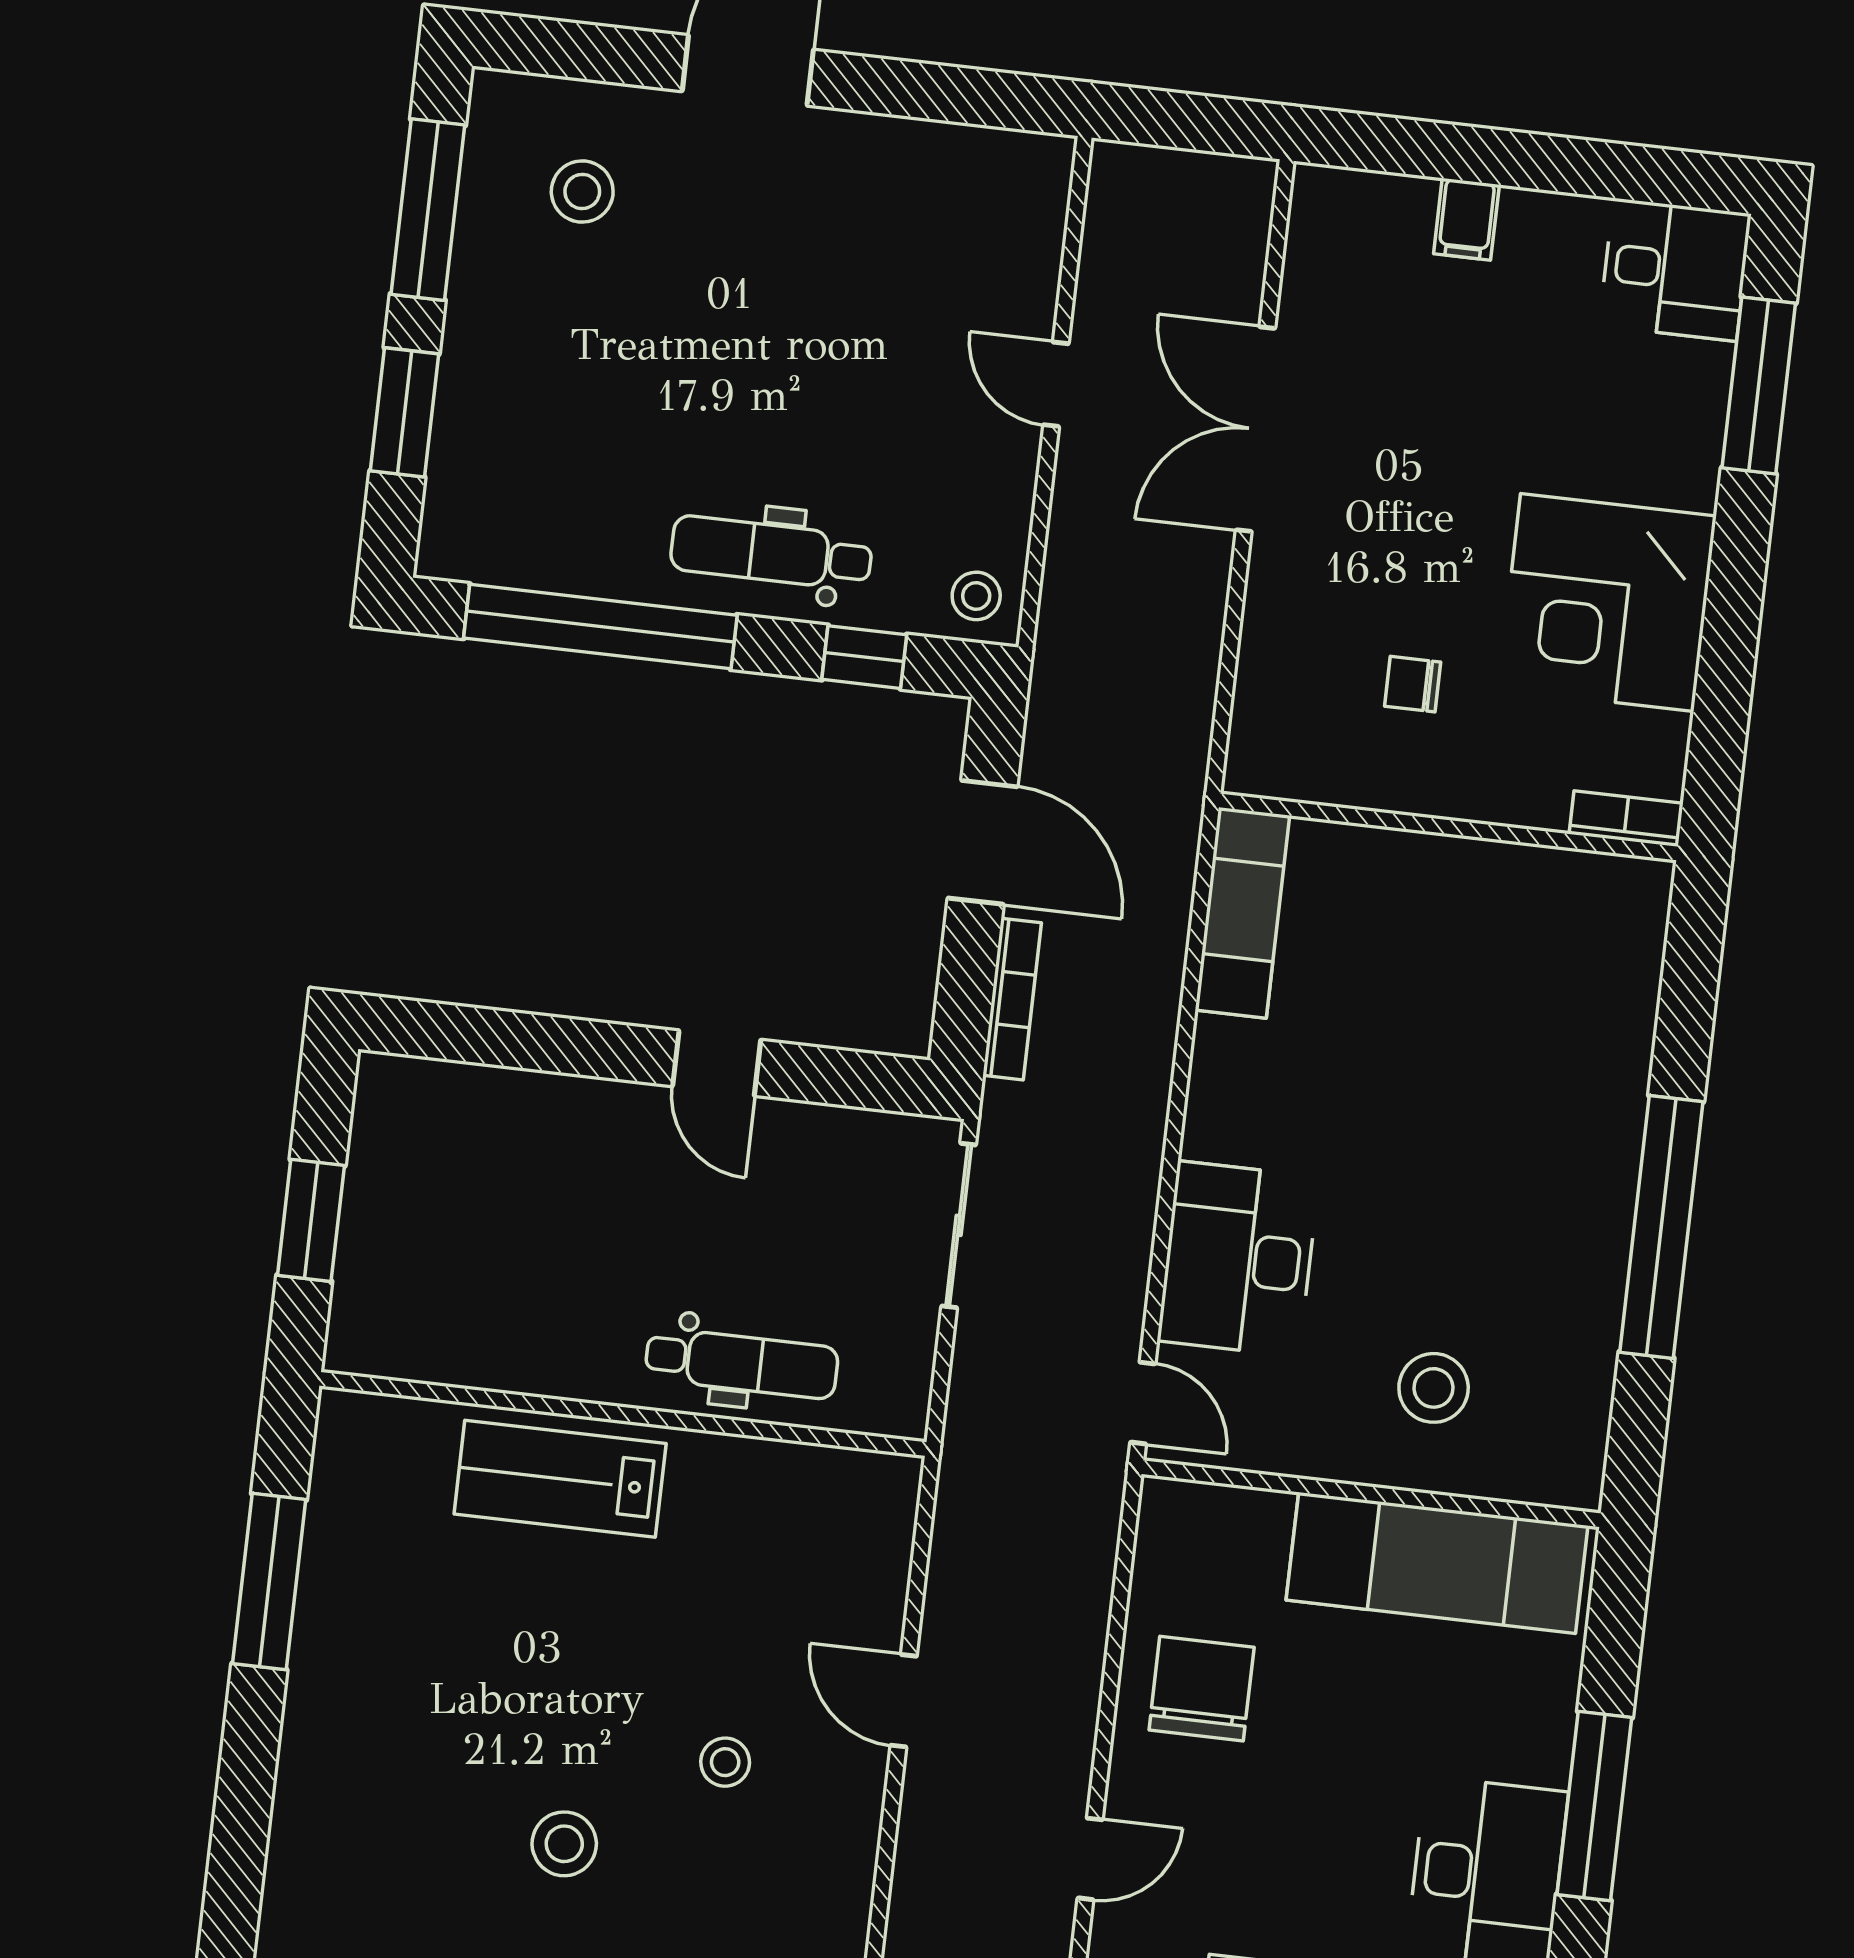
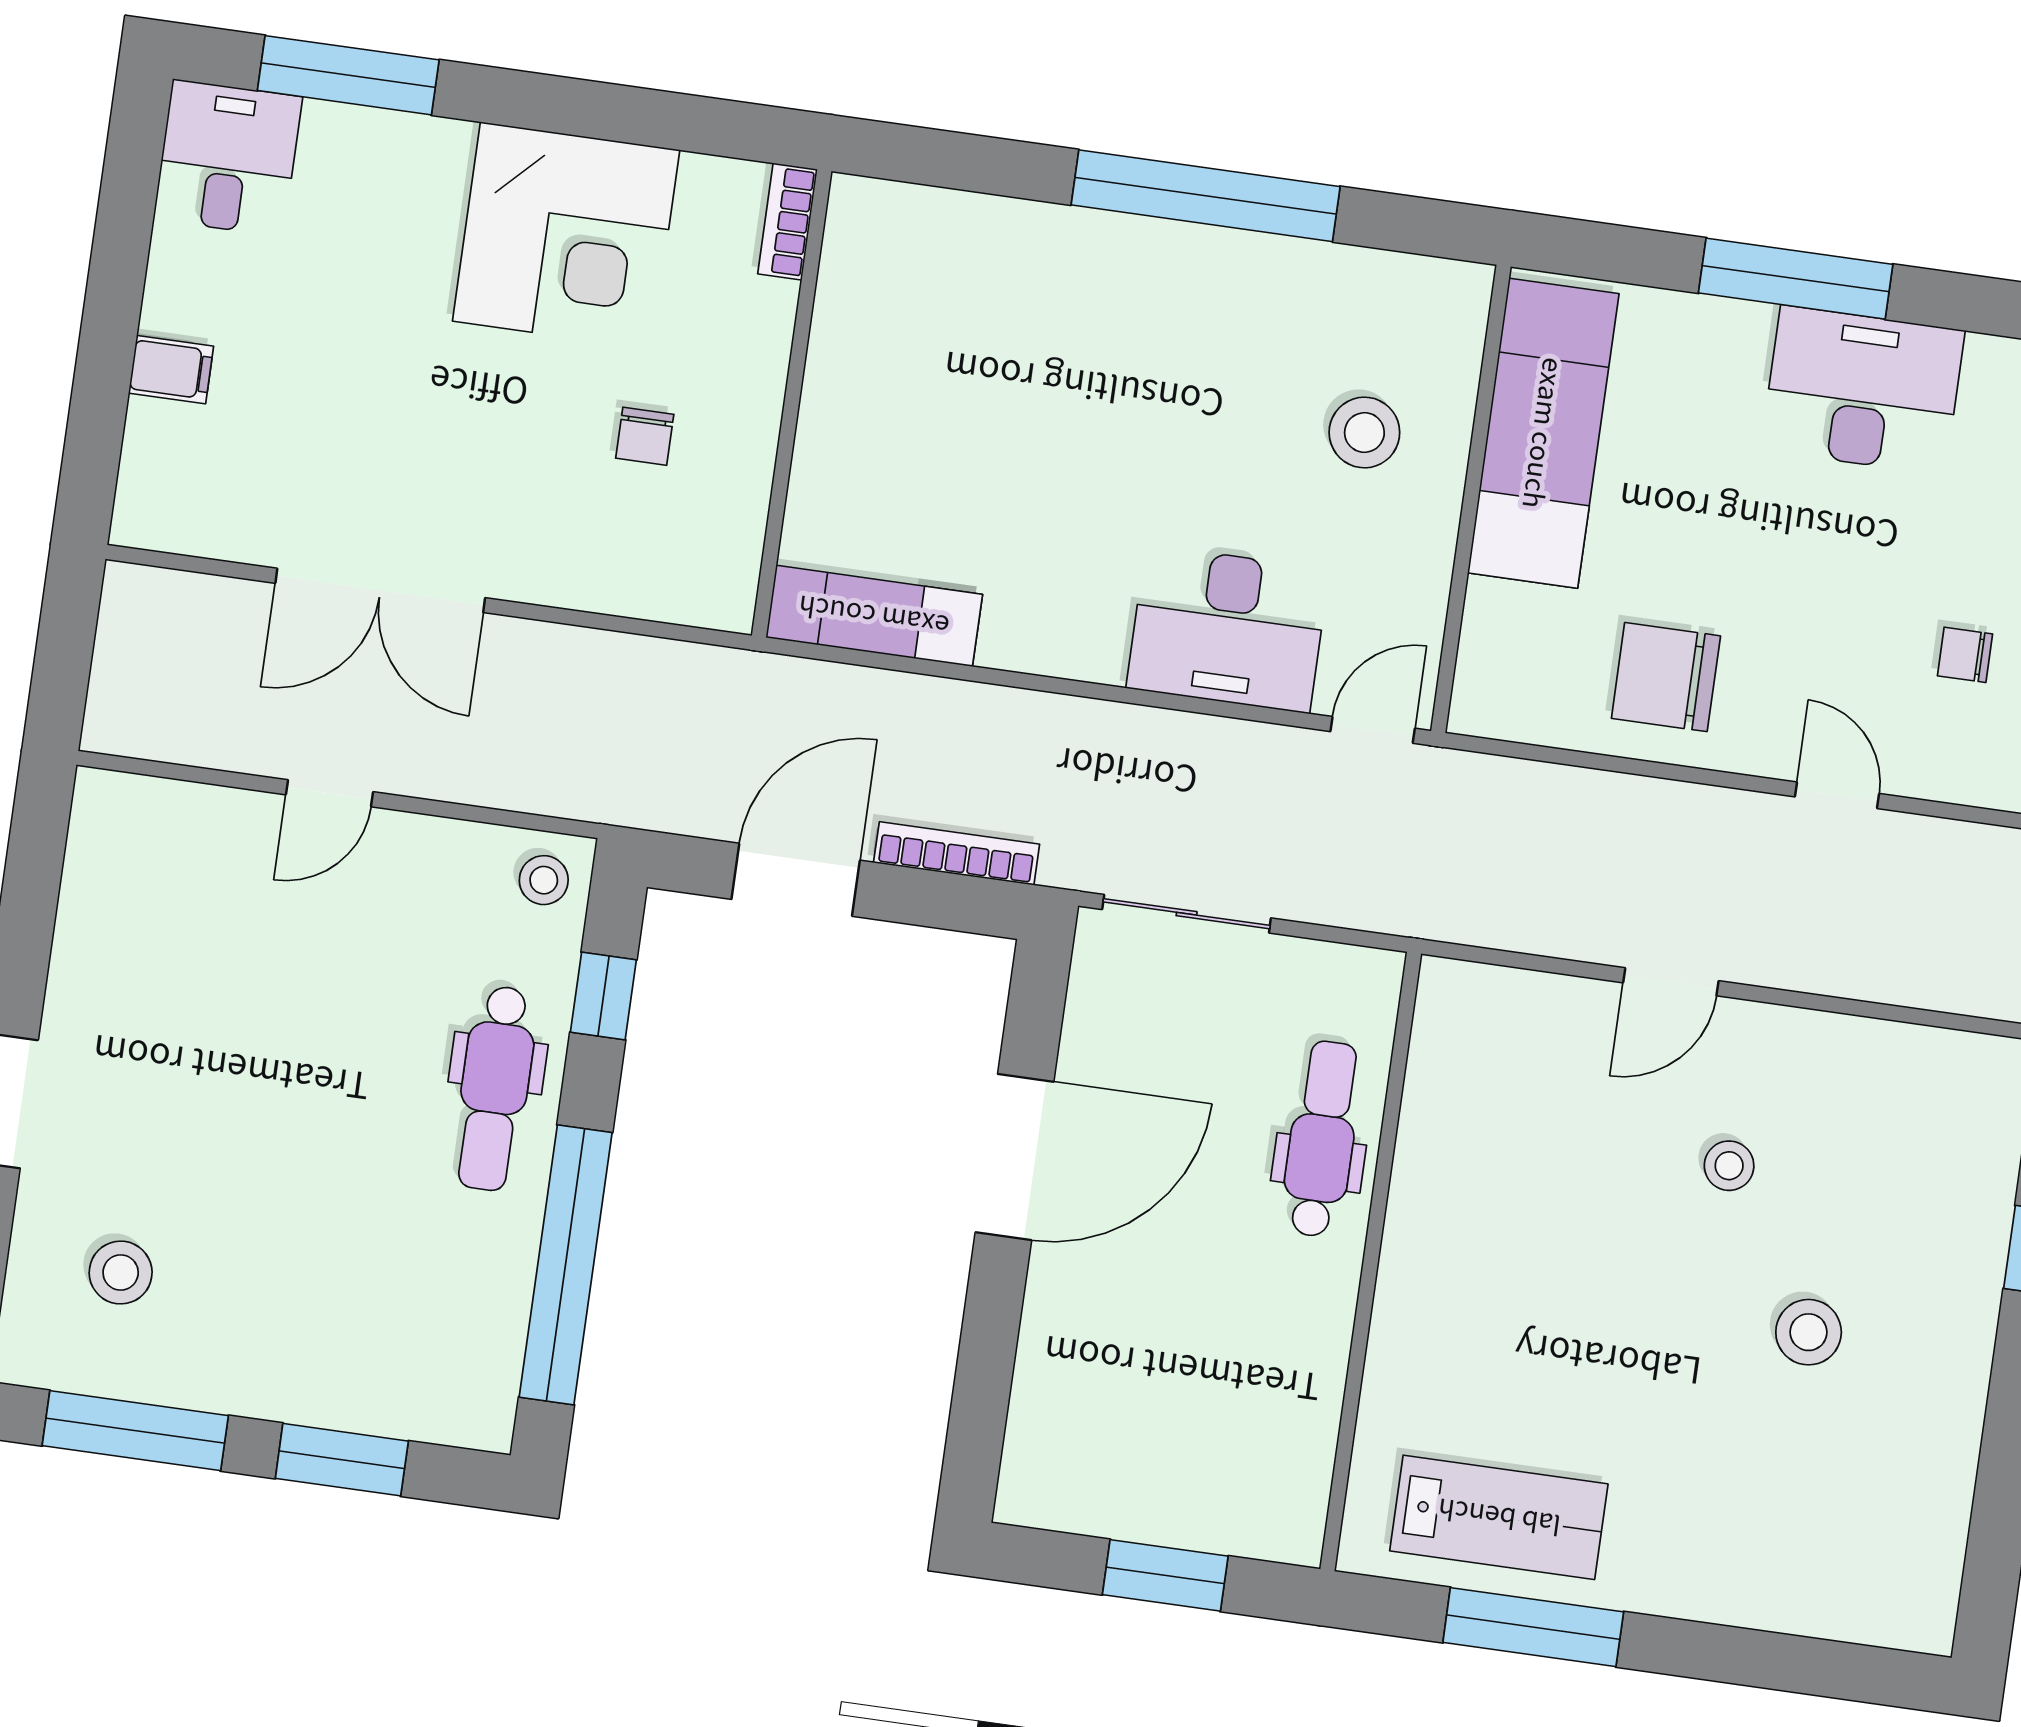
door: (717, 1063) -> (1015, 1157), width x1.87
lab bench: (560, 1479) -> (1499, 1517), moved, turned -90

